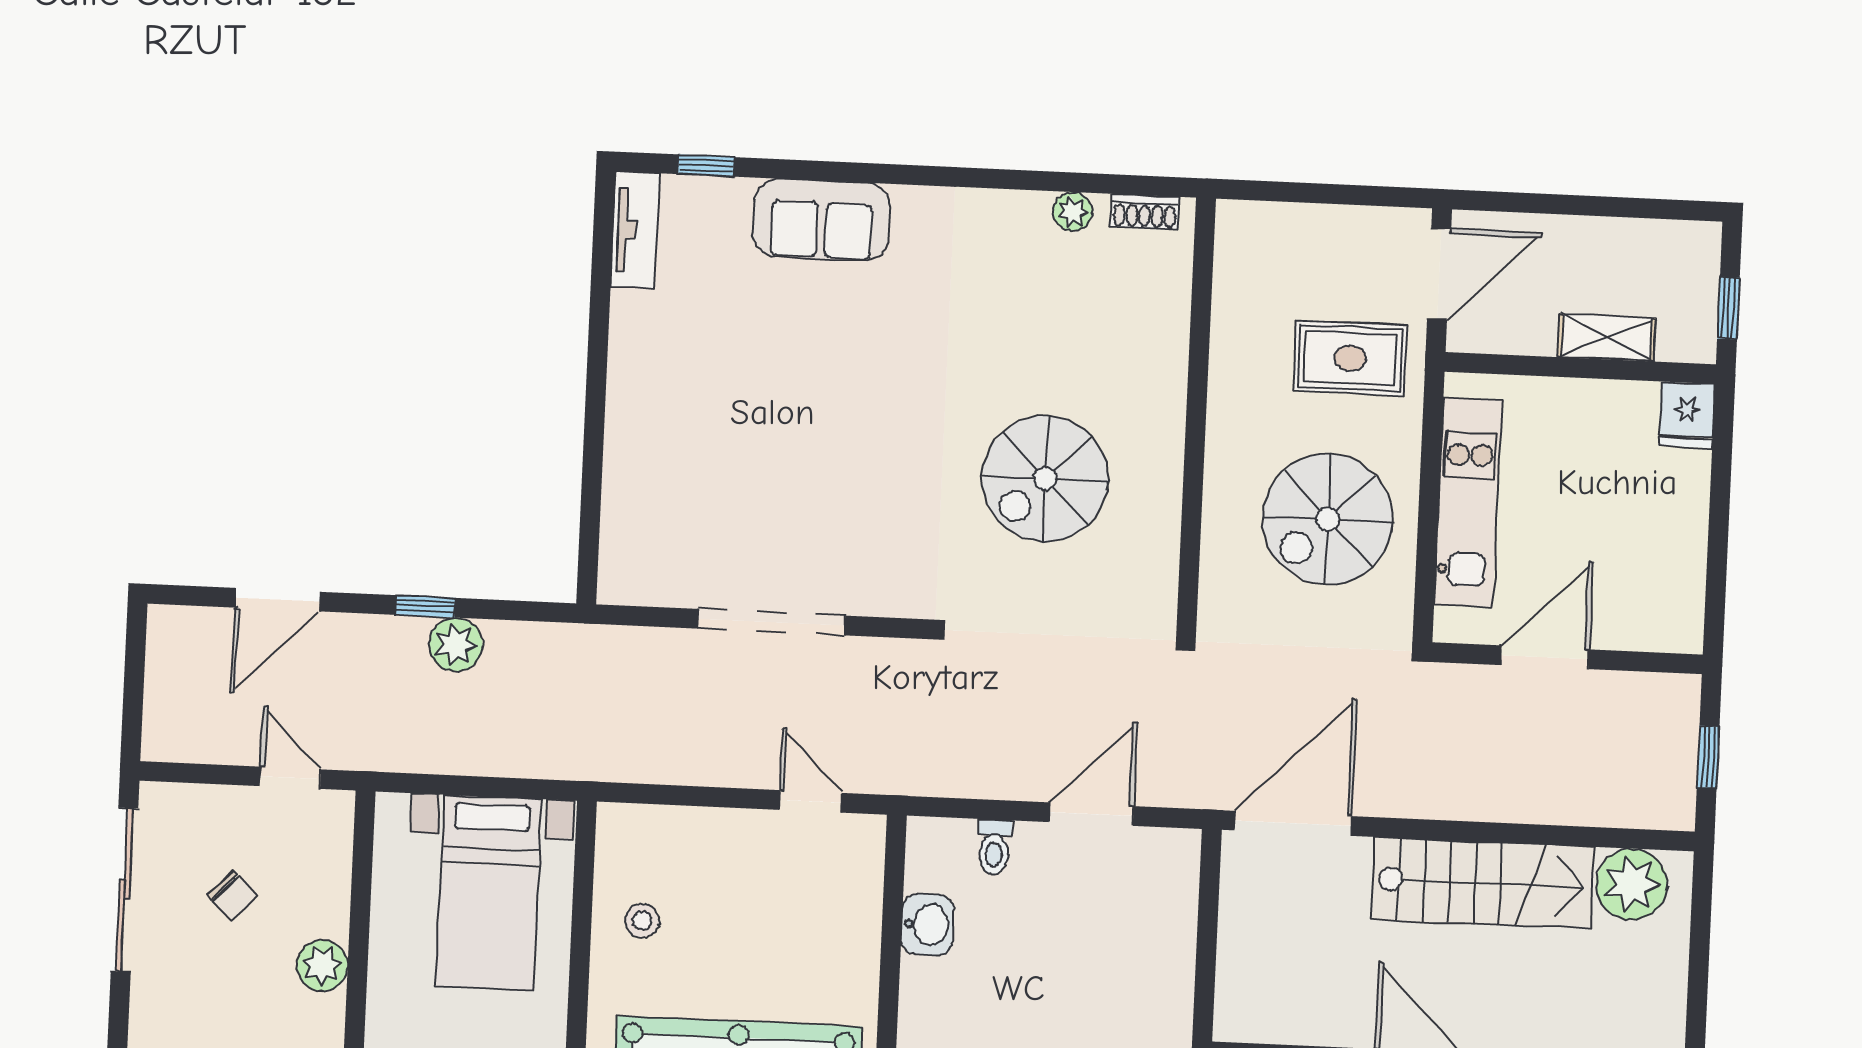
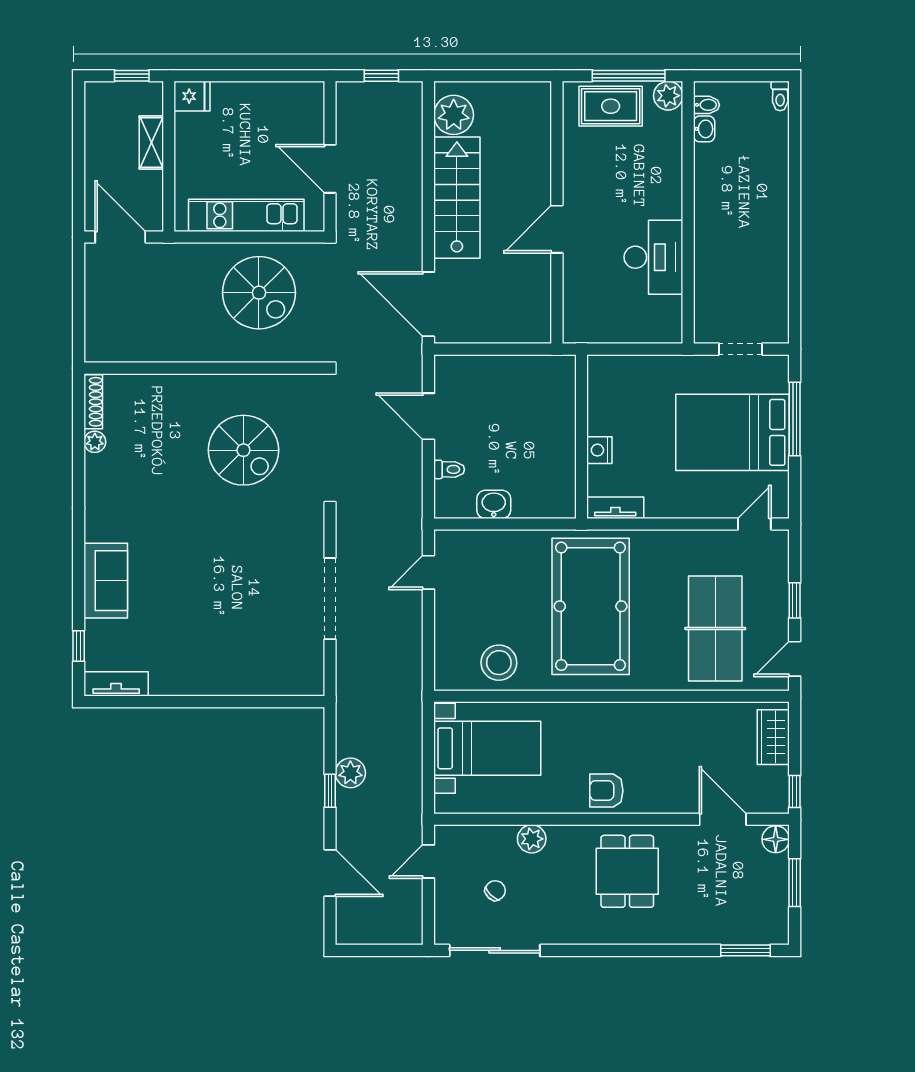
shoe rack: (1145, 212) -> (93, 402), width x1.43
rug: (1350, 358) -> (169, 284), removed
stool: (642, 921) -> (499, 663), width x1.89, depth x1.89

